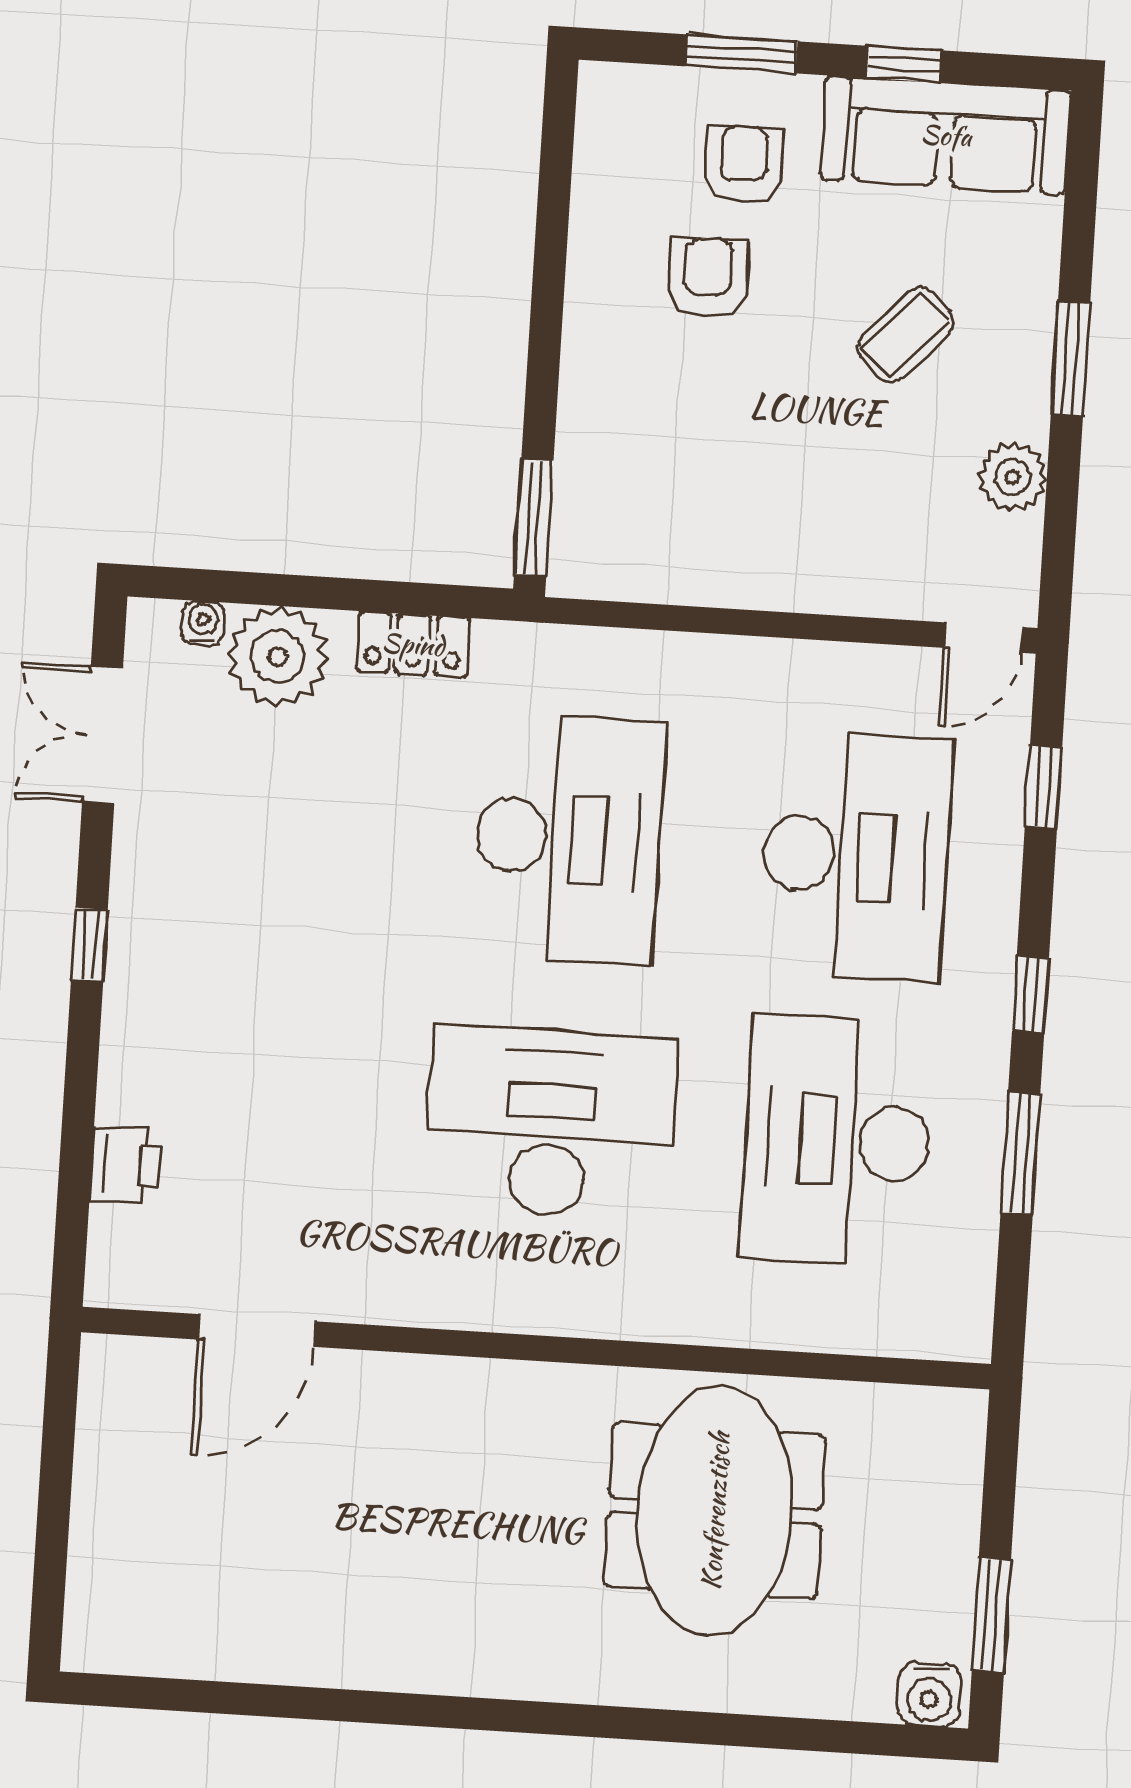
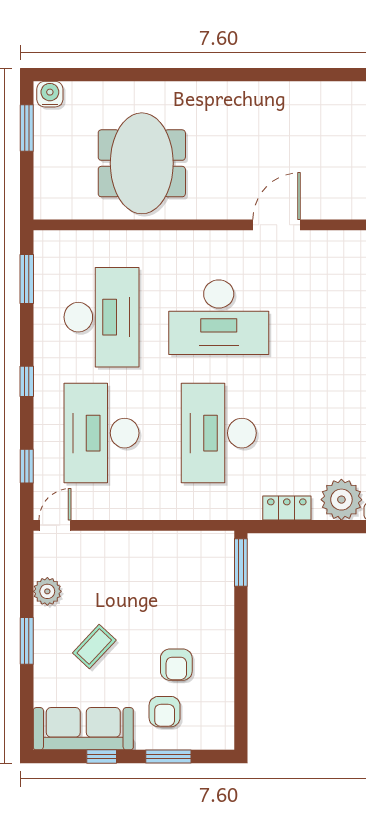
window: (1020, 1154) -> (27, 279), moved
door: (257, 1331) -> (277, 225), moved

